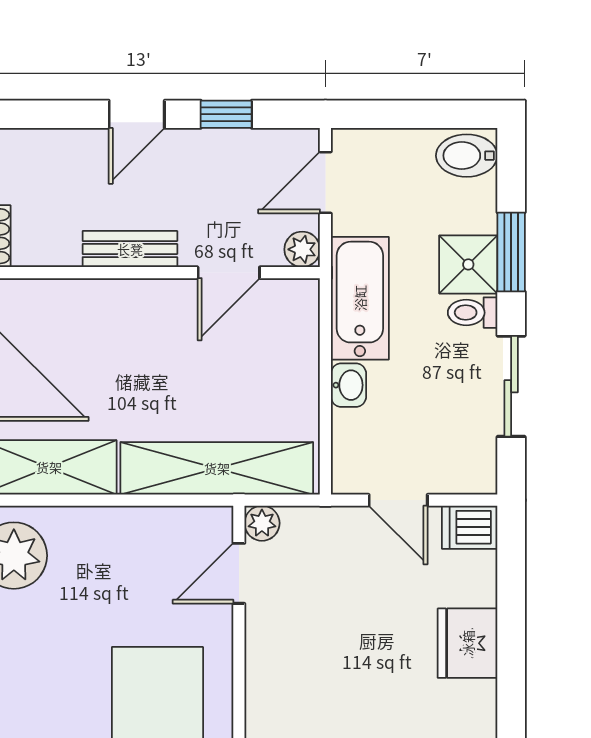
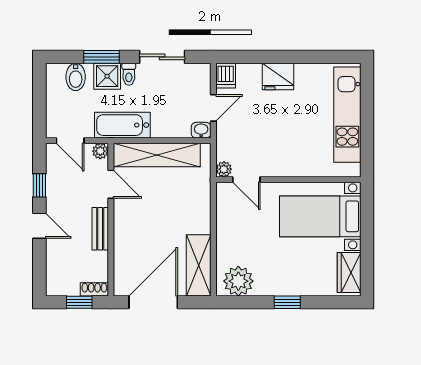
bidet: (467, 156) -> (76, 77), moved
washbasin: (349, 385) -> (201, 130), moved
shelving: (217, 468) -> (157, 155), moved, turned 90

